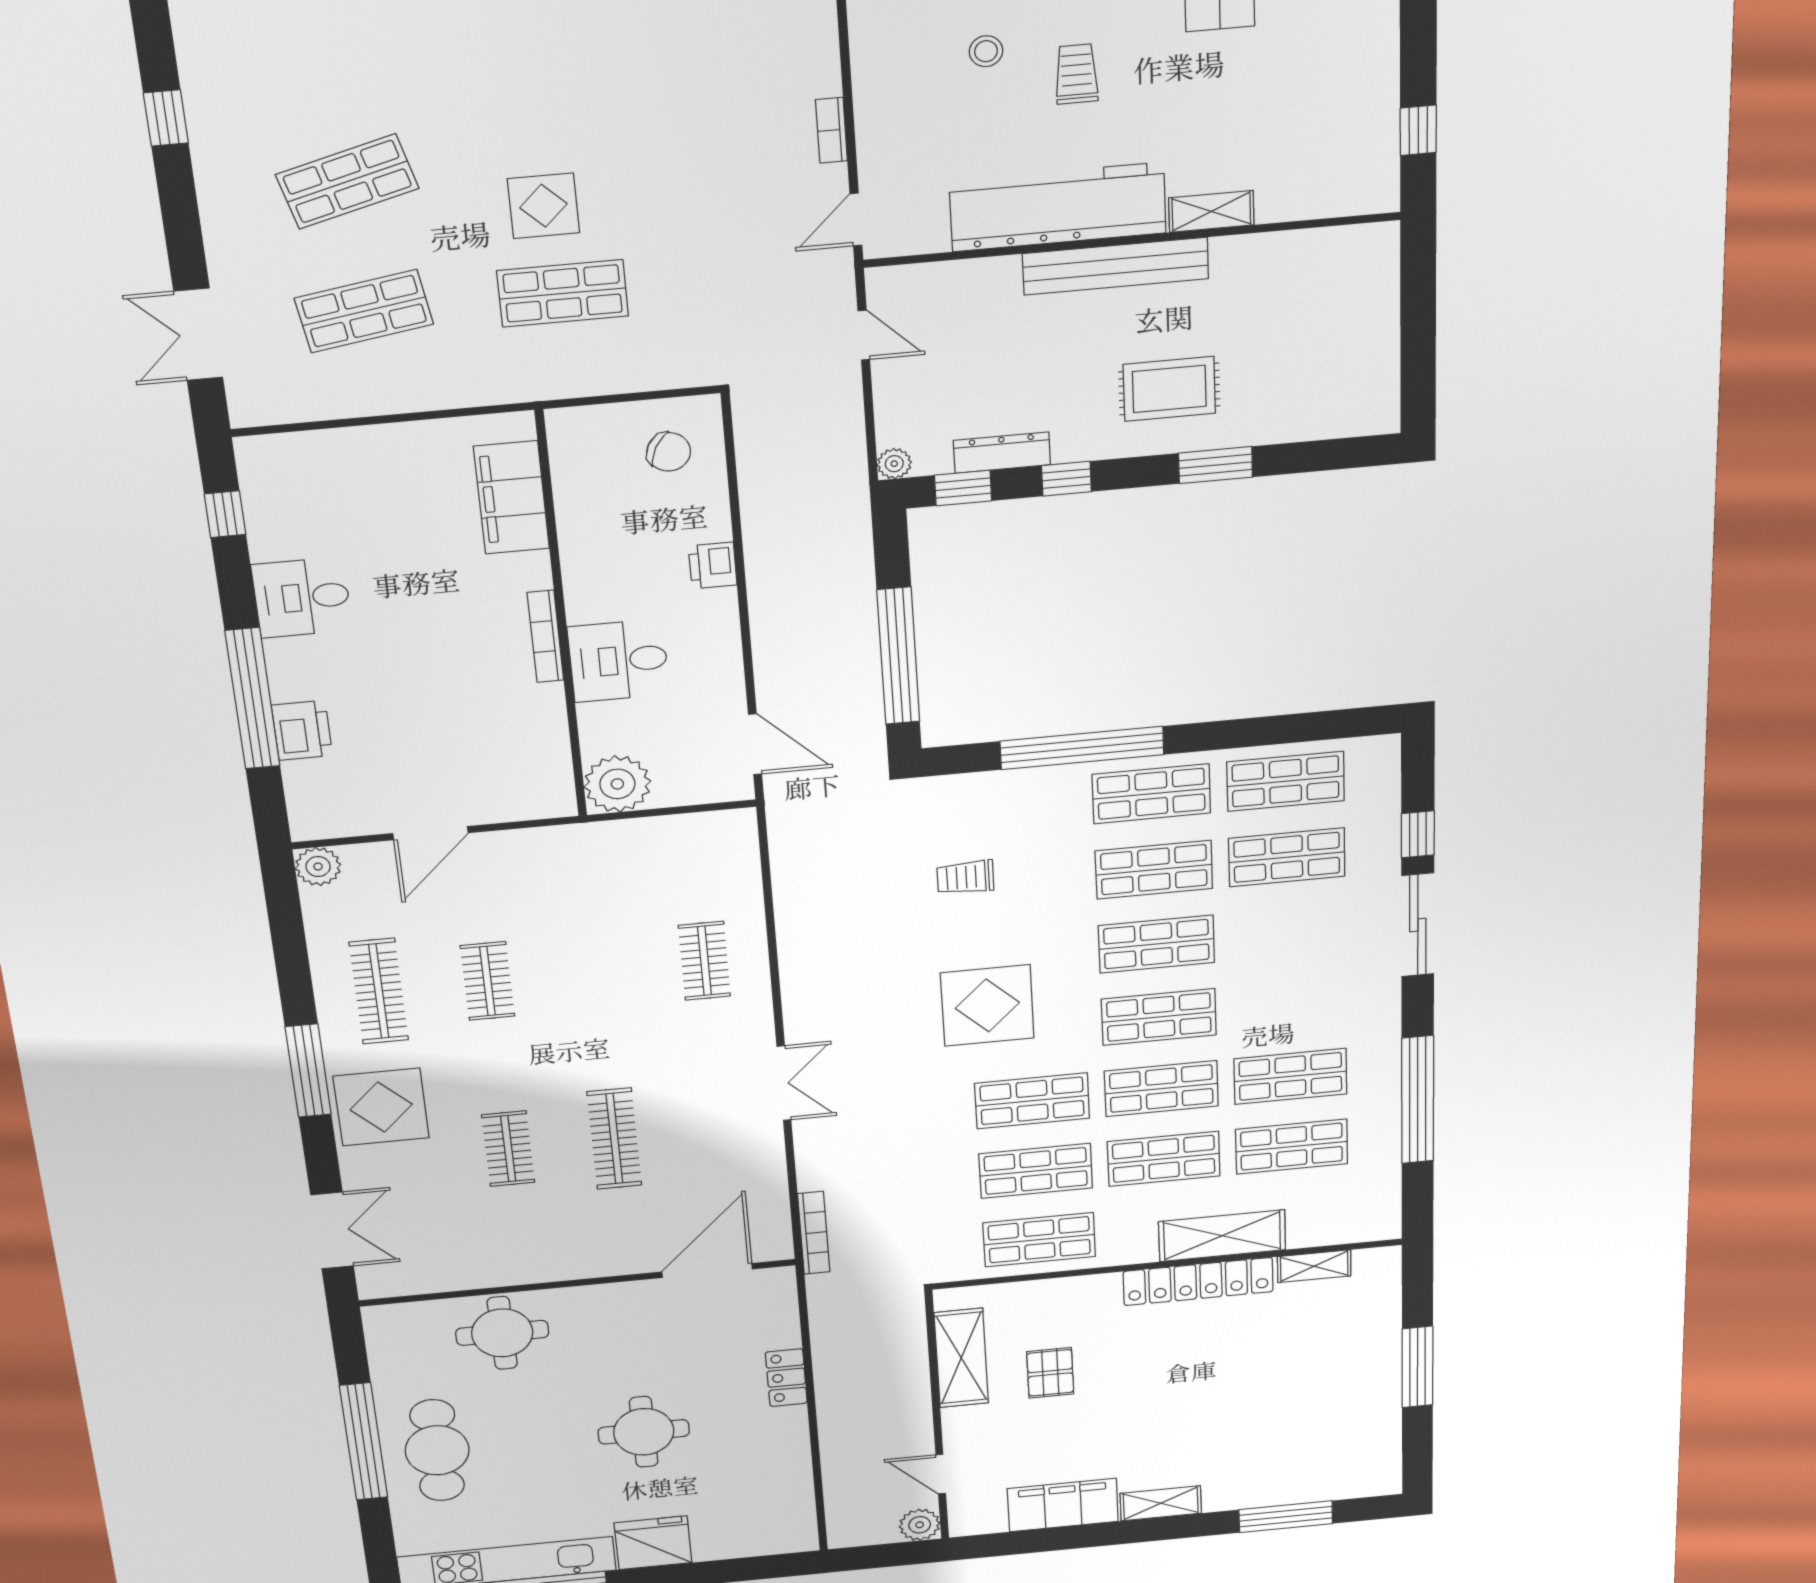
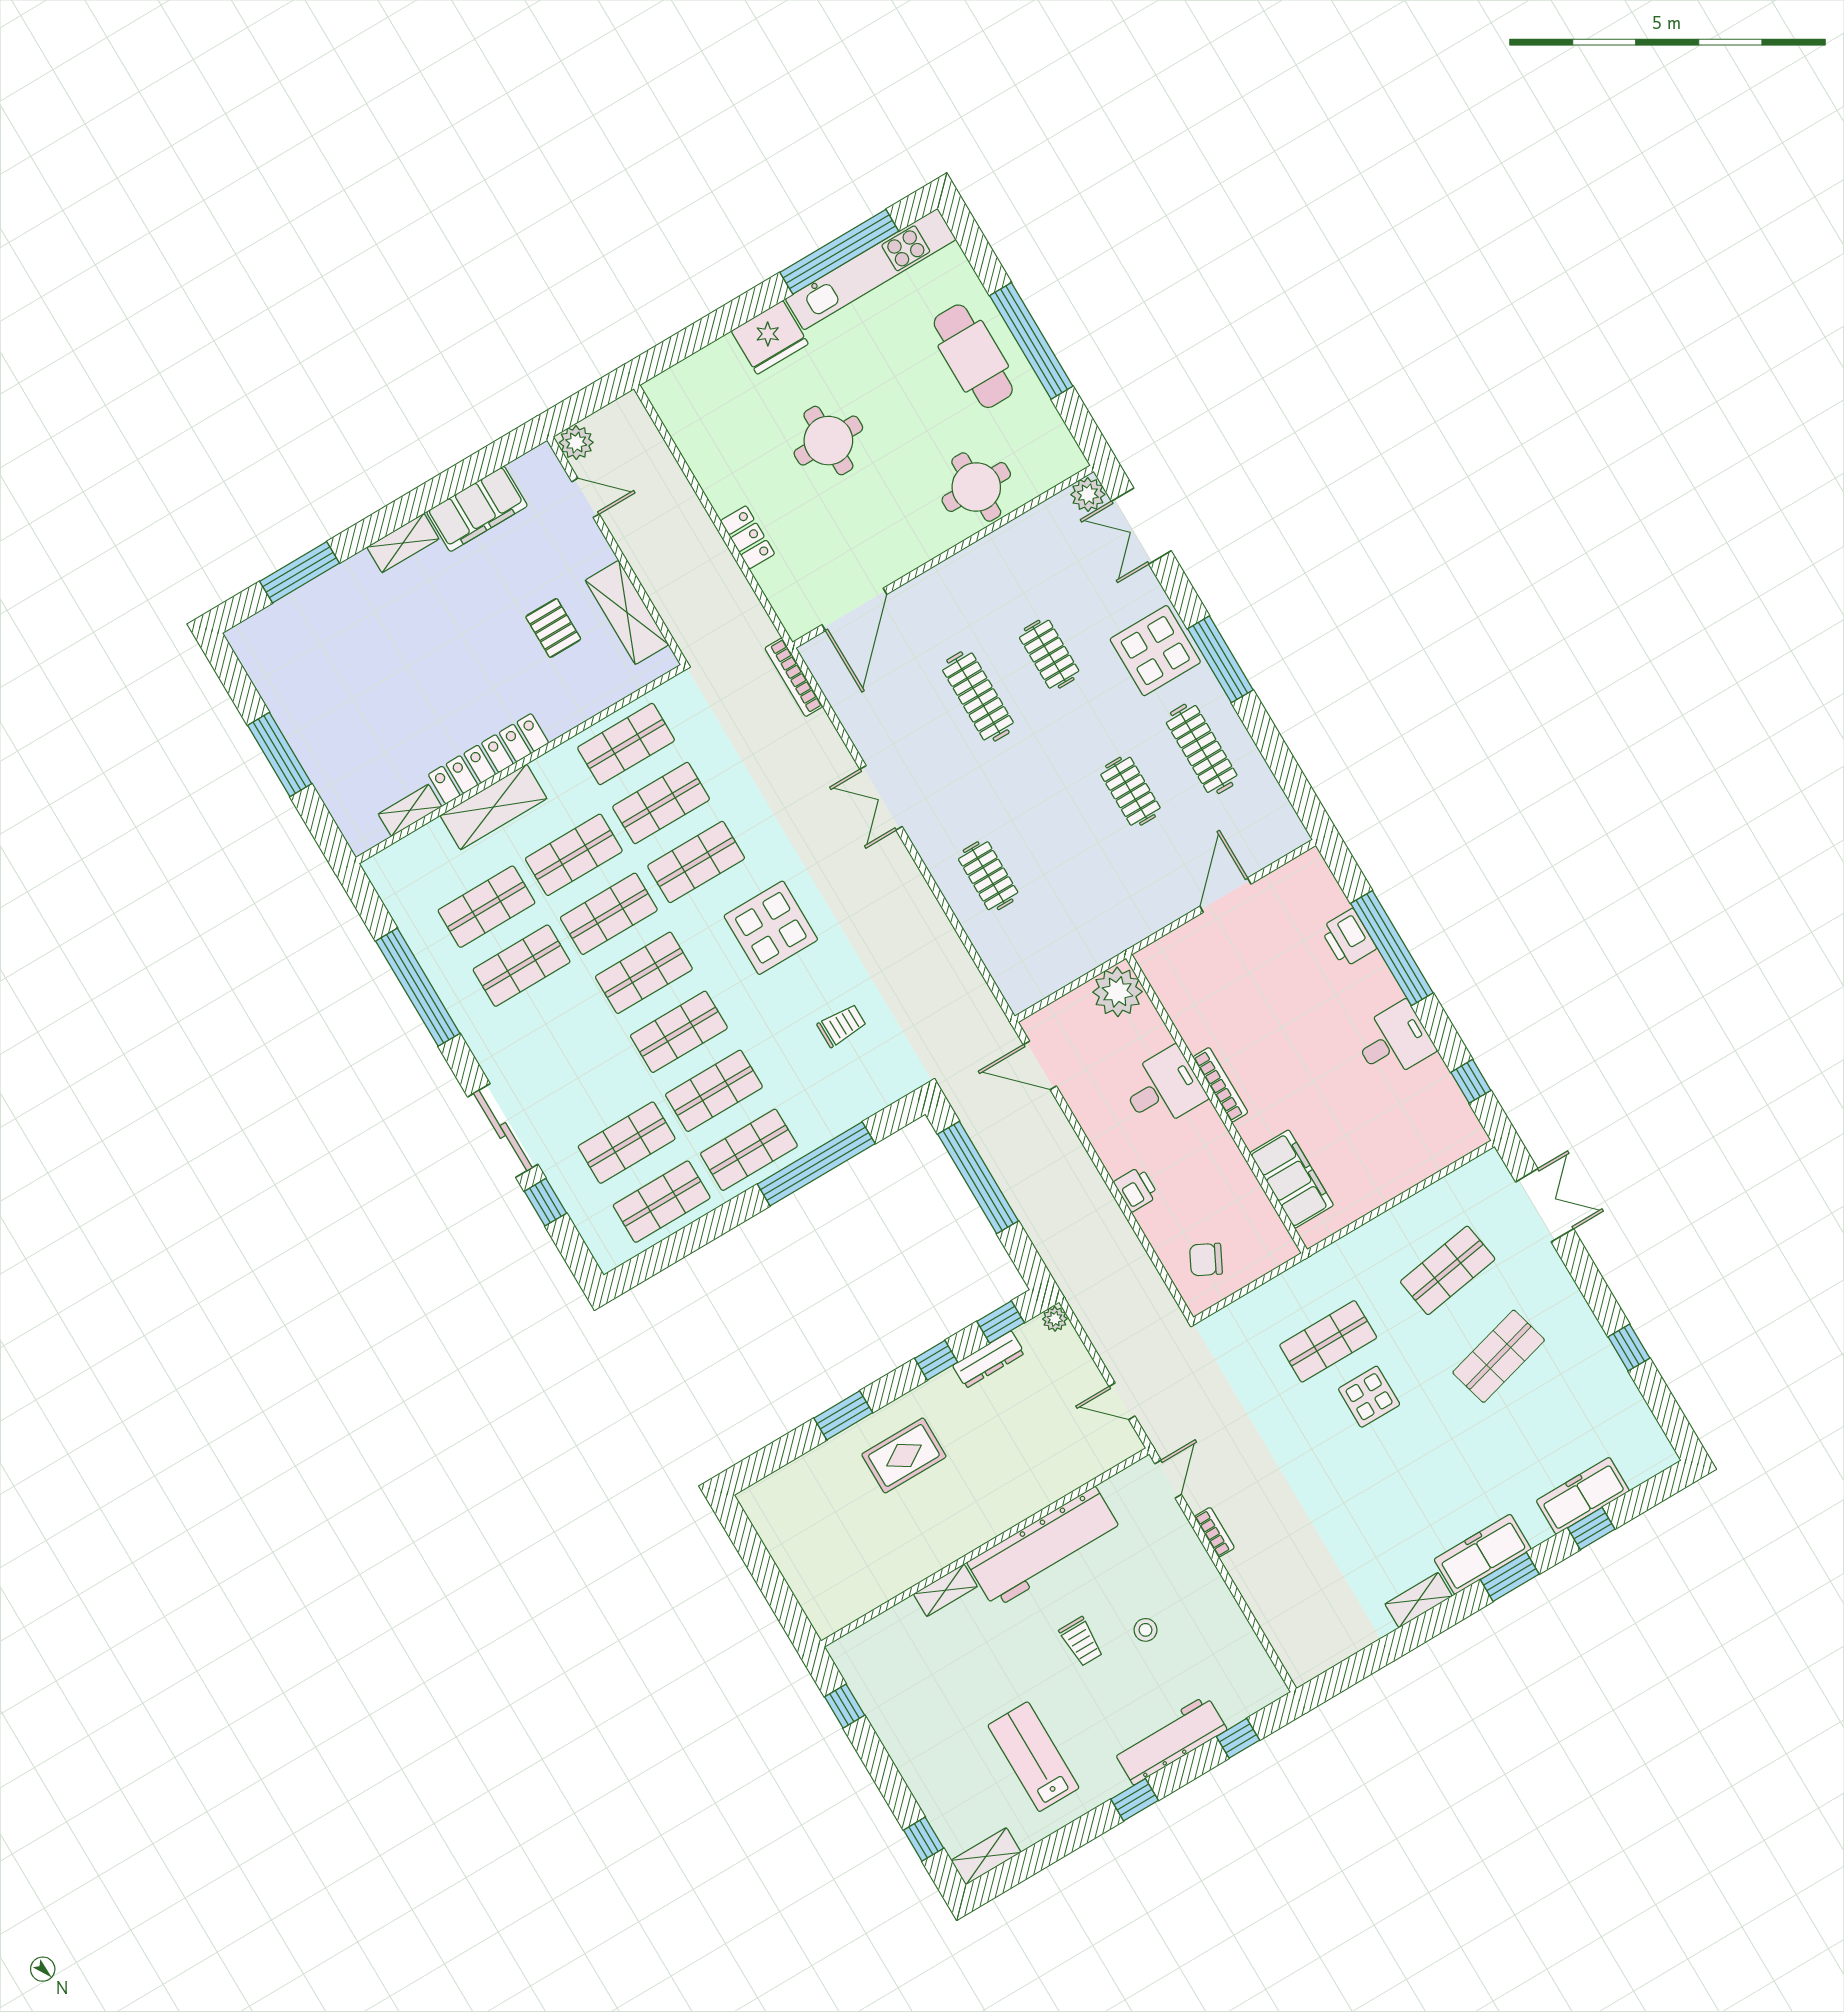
bench: (1116, 266) -> (986, 1524), removed
plant: (318, 867) -> (1088, 494), moved

